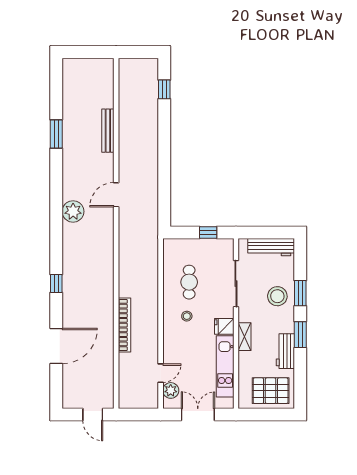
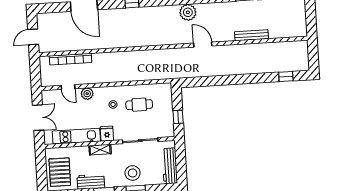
bookcase: (125, 325) -> (71, 59), moved
plant: (171, 390) -> (87, 94), moved

